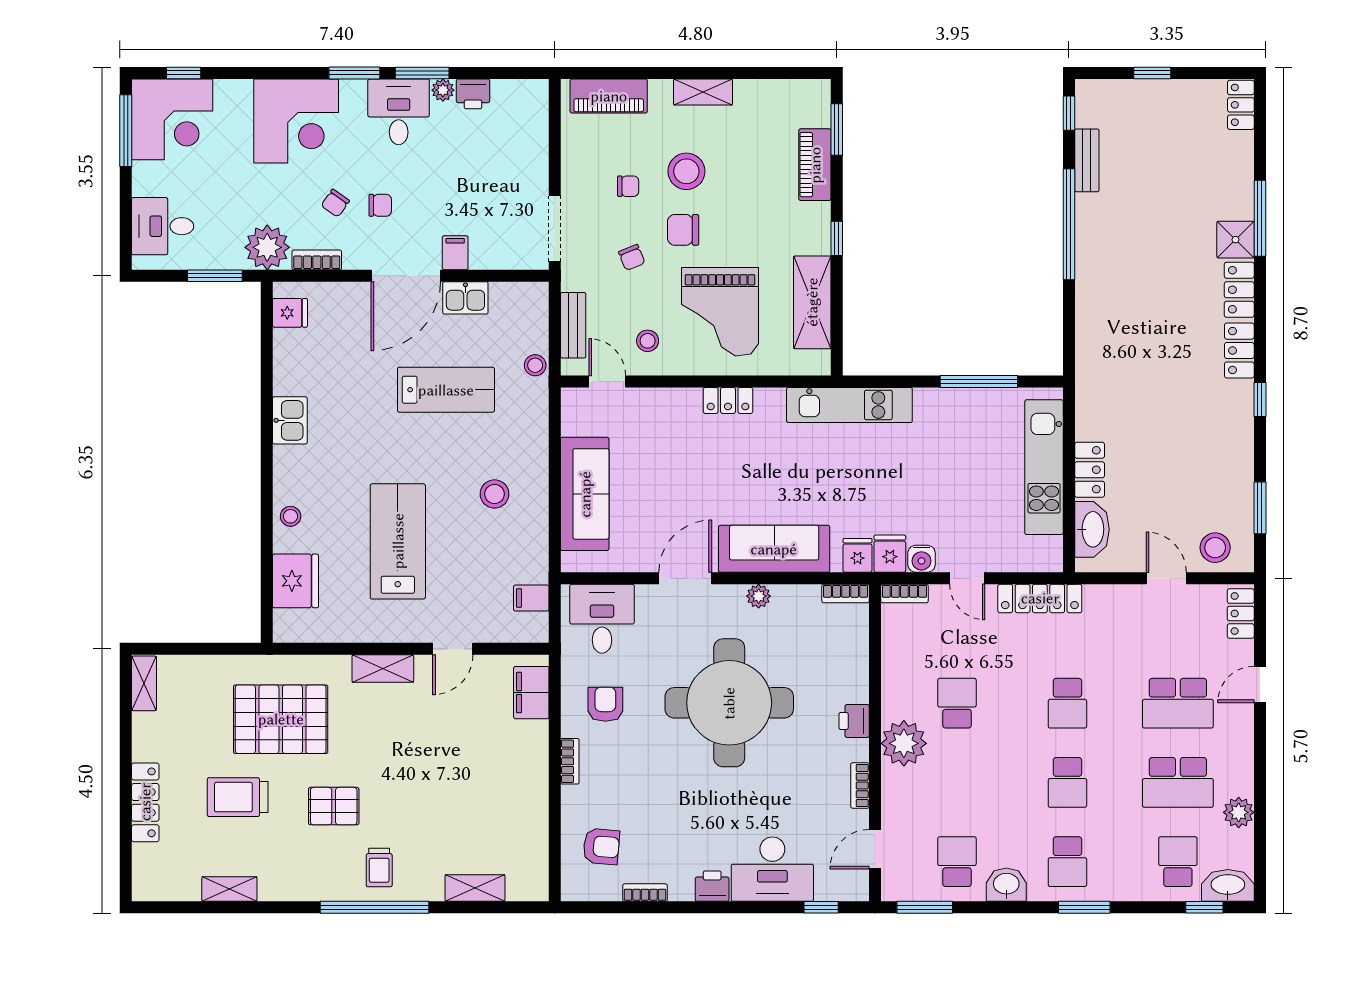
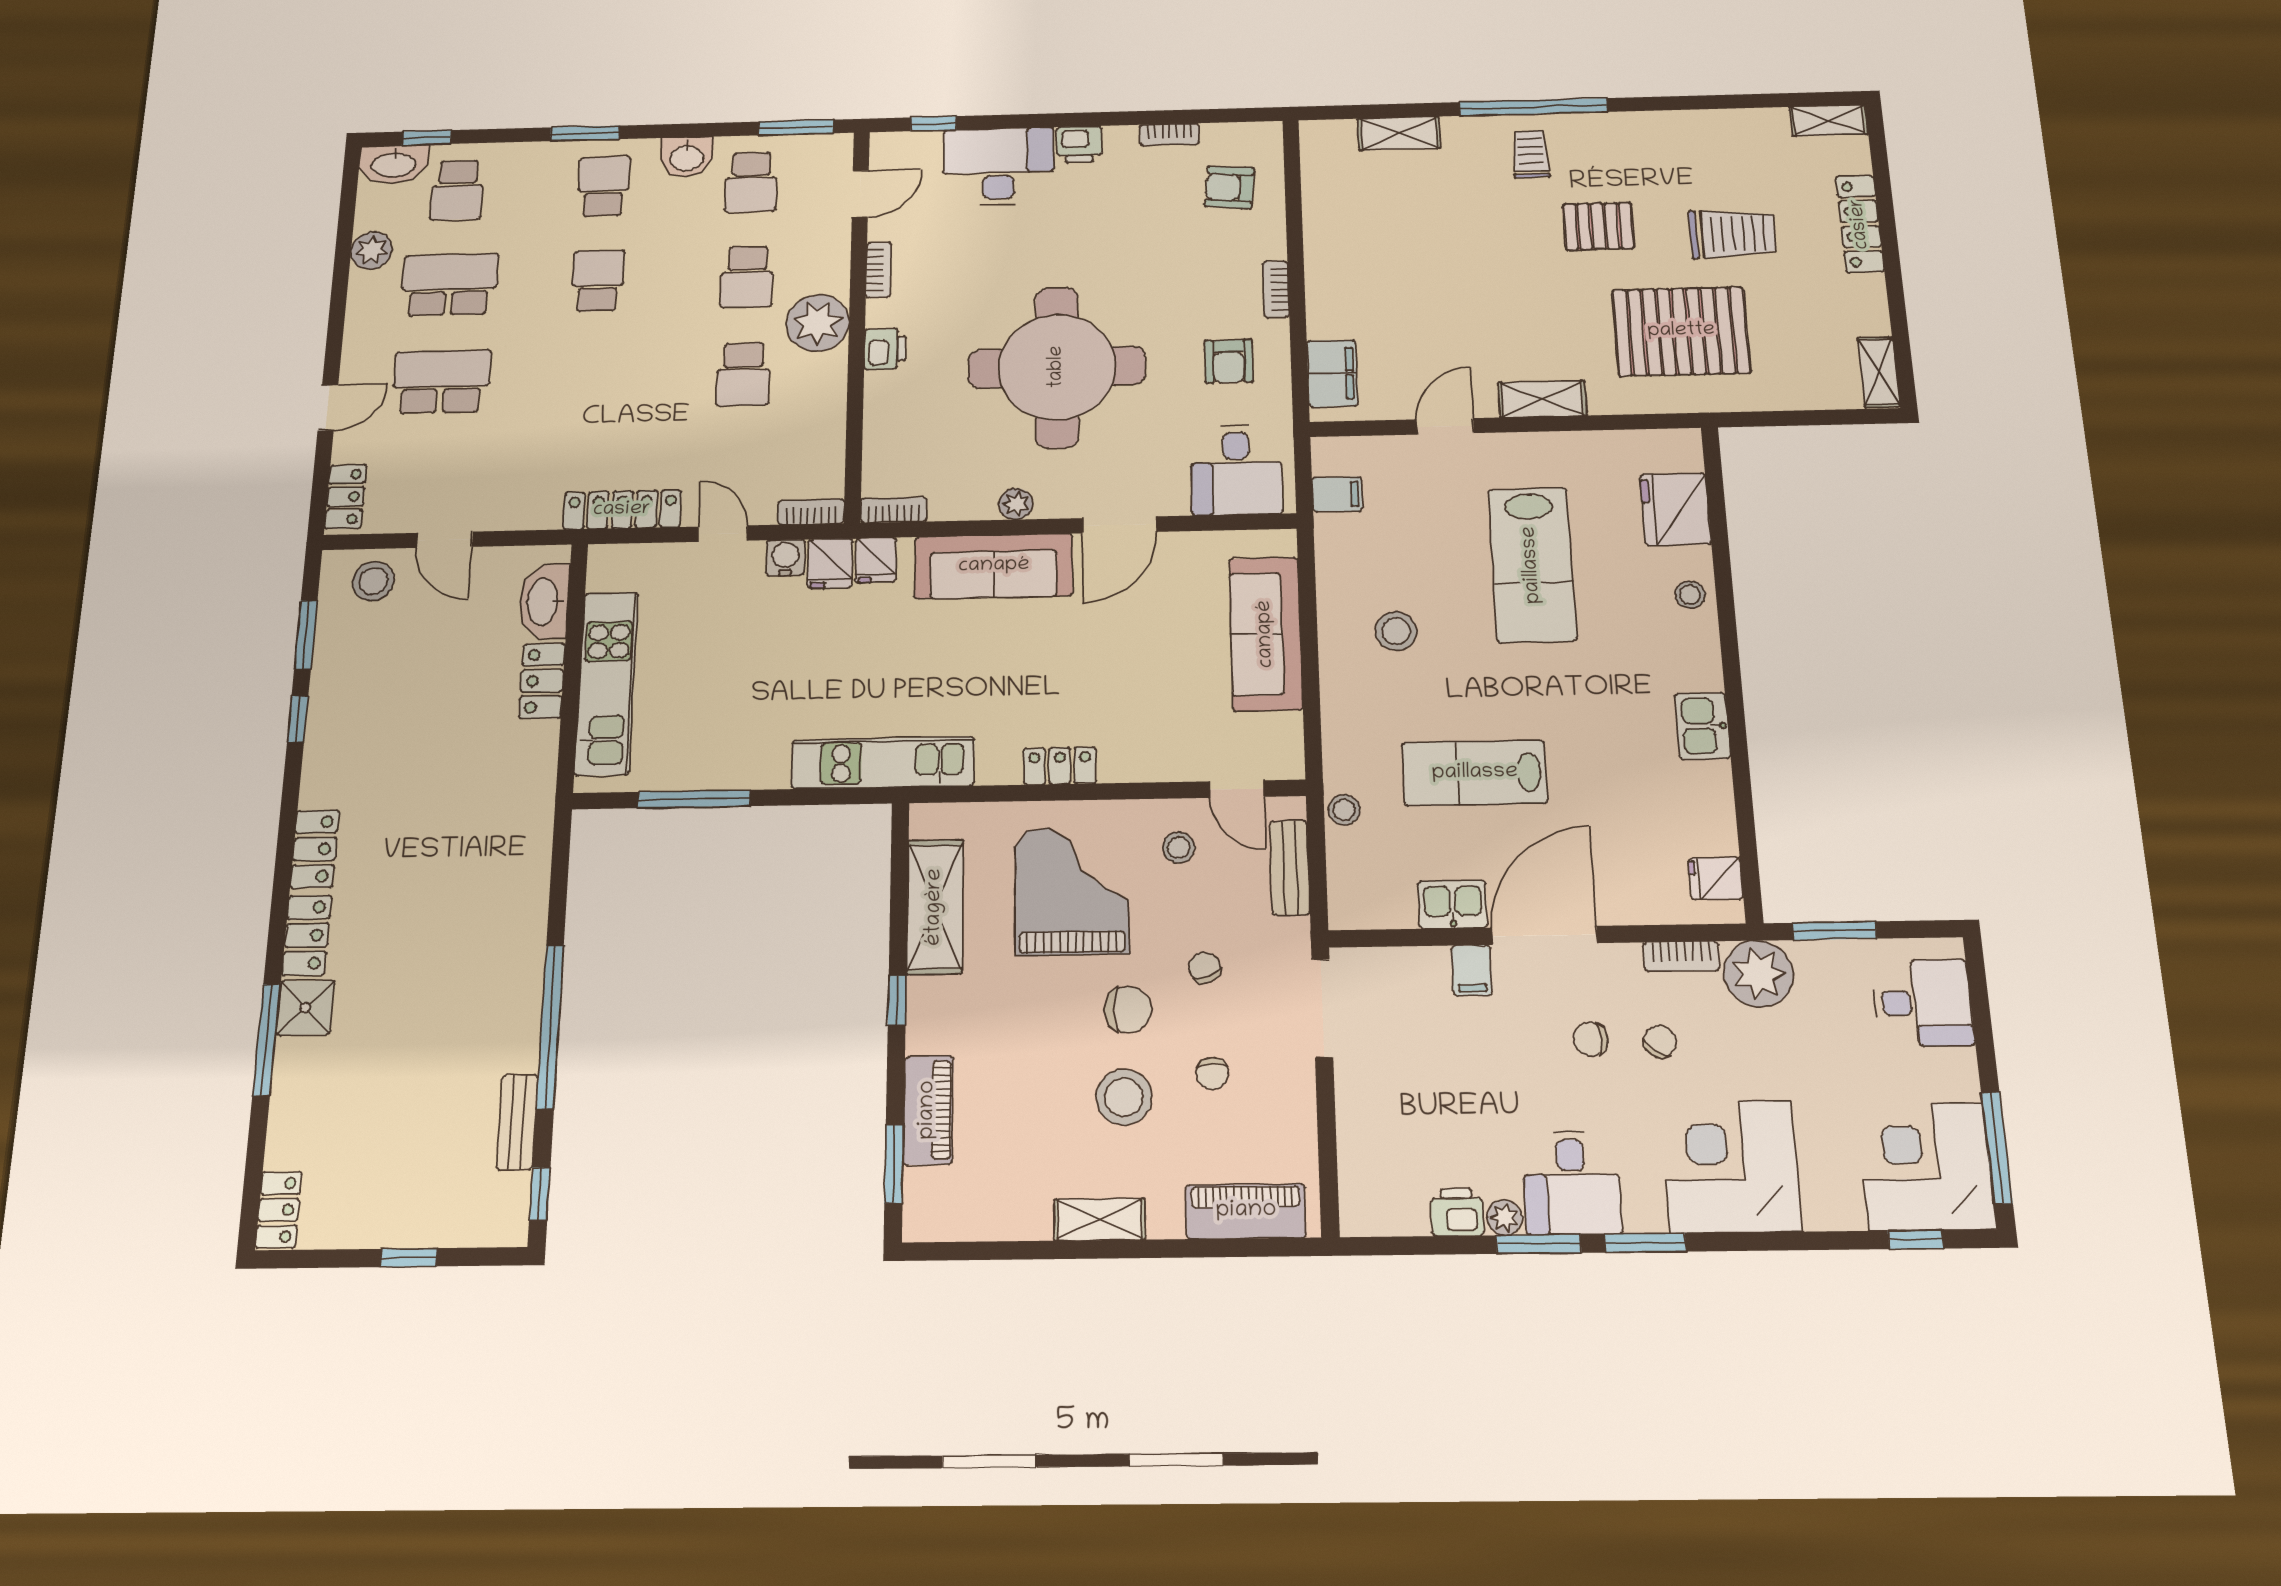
chair: (628, 186) -> (1212, 1073), turned -90
window: (1260, 399) -> (298, 719), moved
school desk: (1067, 703) -> (747, 277), moved, turned 180
shelving: (229, 889) -> (1829, 120), moved

